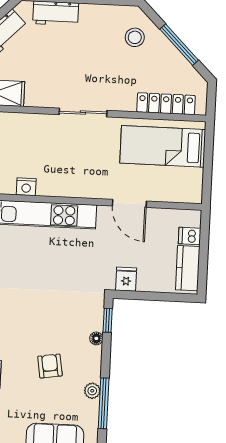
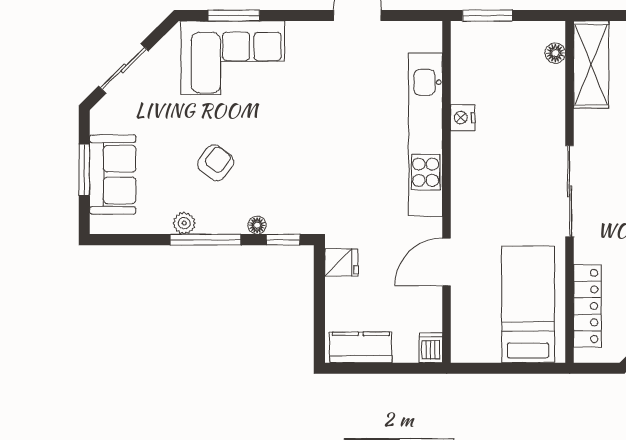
sliding door: (83, 112) -> (570, 191), width x1.37
dishwasher: (190, 236) -> (431, 348), moved
armchair: (50, 366) -> (216, 163), turned -44
window: (104, 403) -> (206, 240), moved

